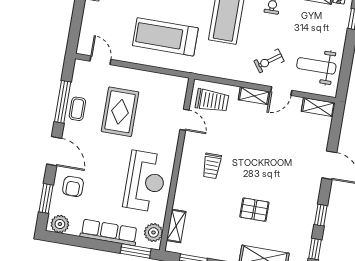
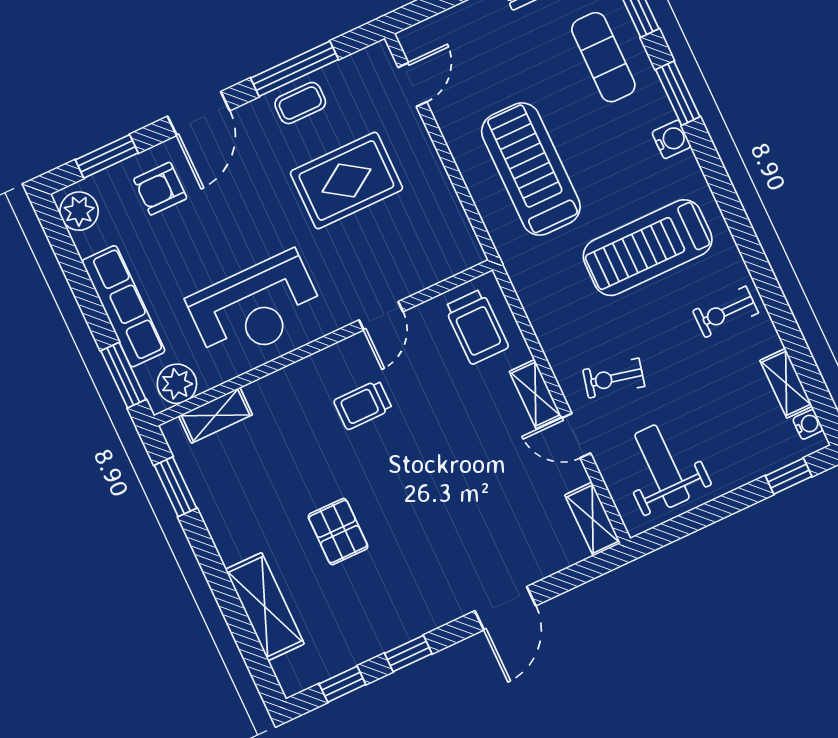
exercise bike: (269, 61) -> (614, 378), turned -41
door: (185, 120) -> (381, 316), moved

